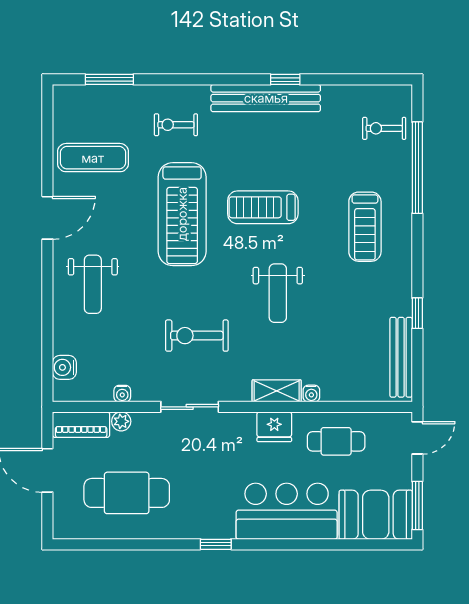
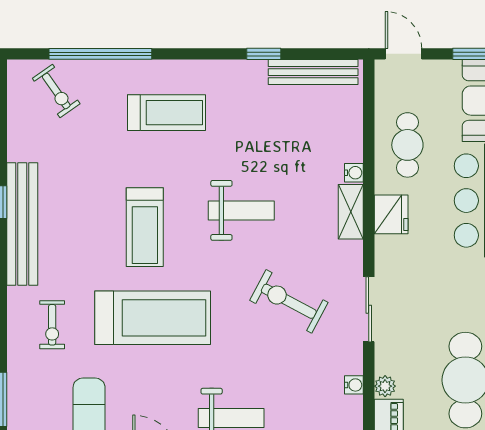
exercise bike: (384, 128) -> (56, 91), turned -35
exercise bike: (197, 336) -> (289, 301), turned 118

